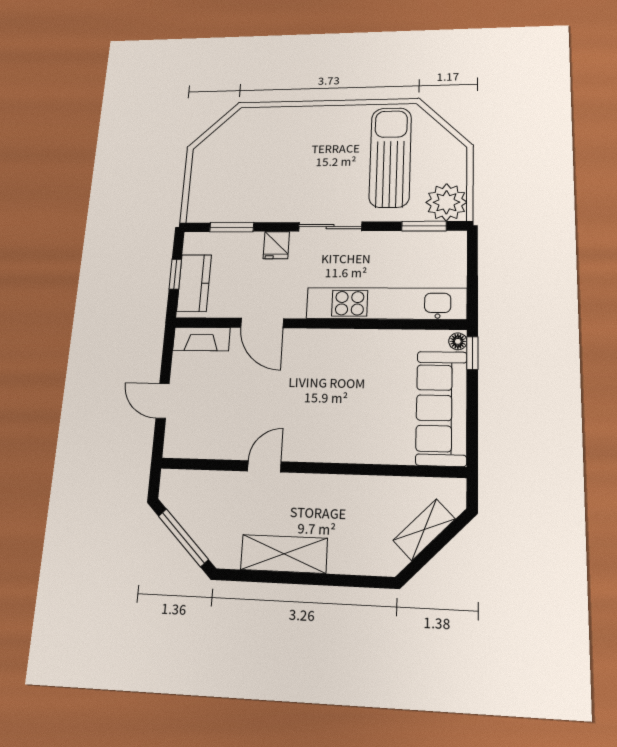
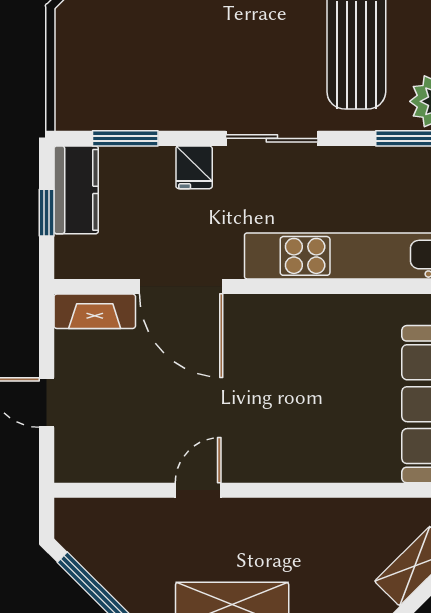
kitchen counter: (194, 283) -> (76, 190), moved
door: (262, 323) -> (181, 287), width x1.36

